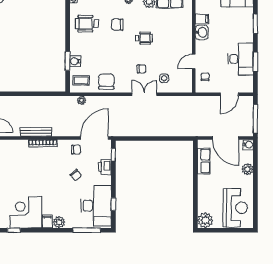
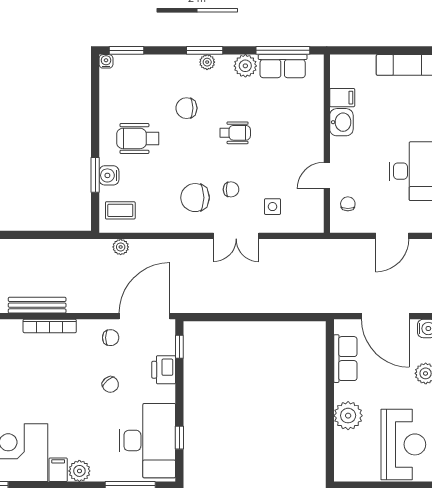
wheelchair: (87, 24) -> (138, 138), moved
chair: (106, 82) -> (195, 198), moved, turned -90
double door: (144, 94) -> (236, 236), swing flipped
plant: (205, 220) -> (348, 416), moved

